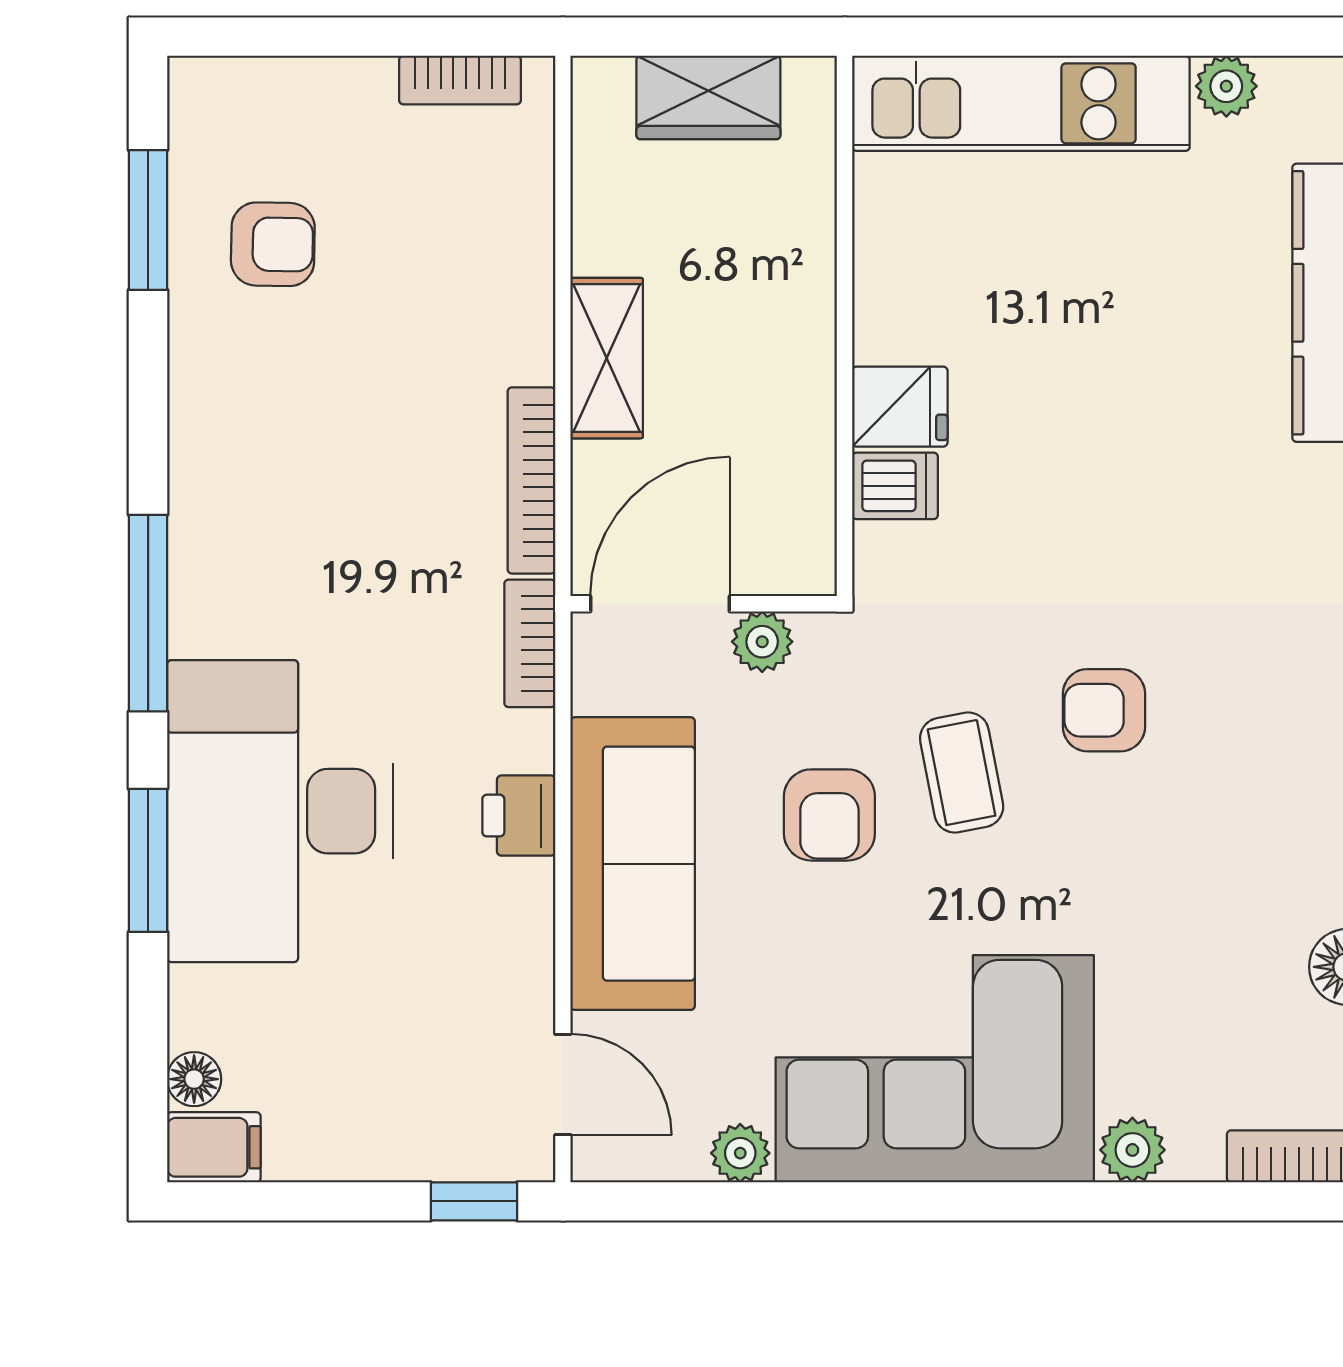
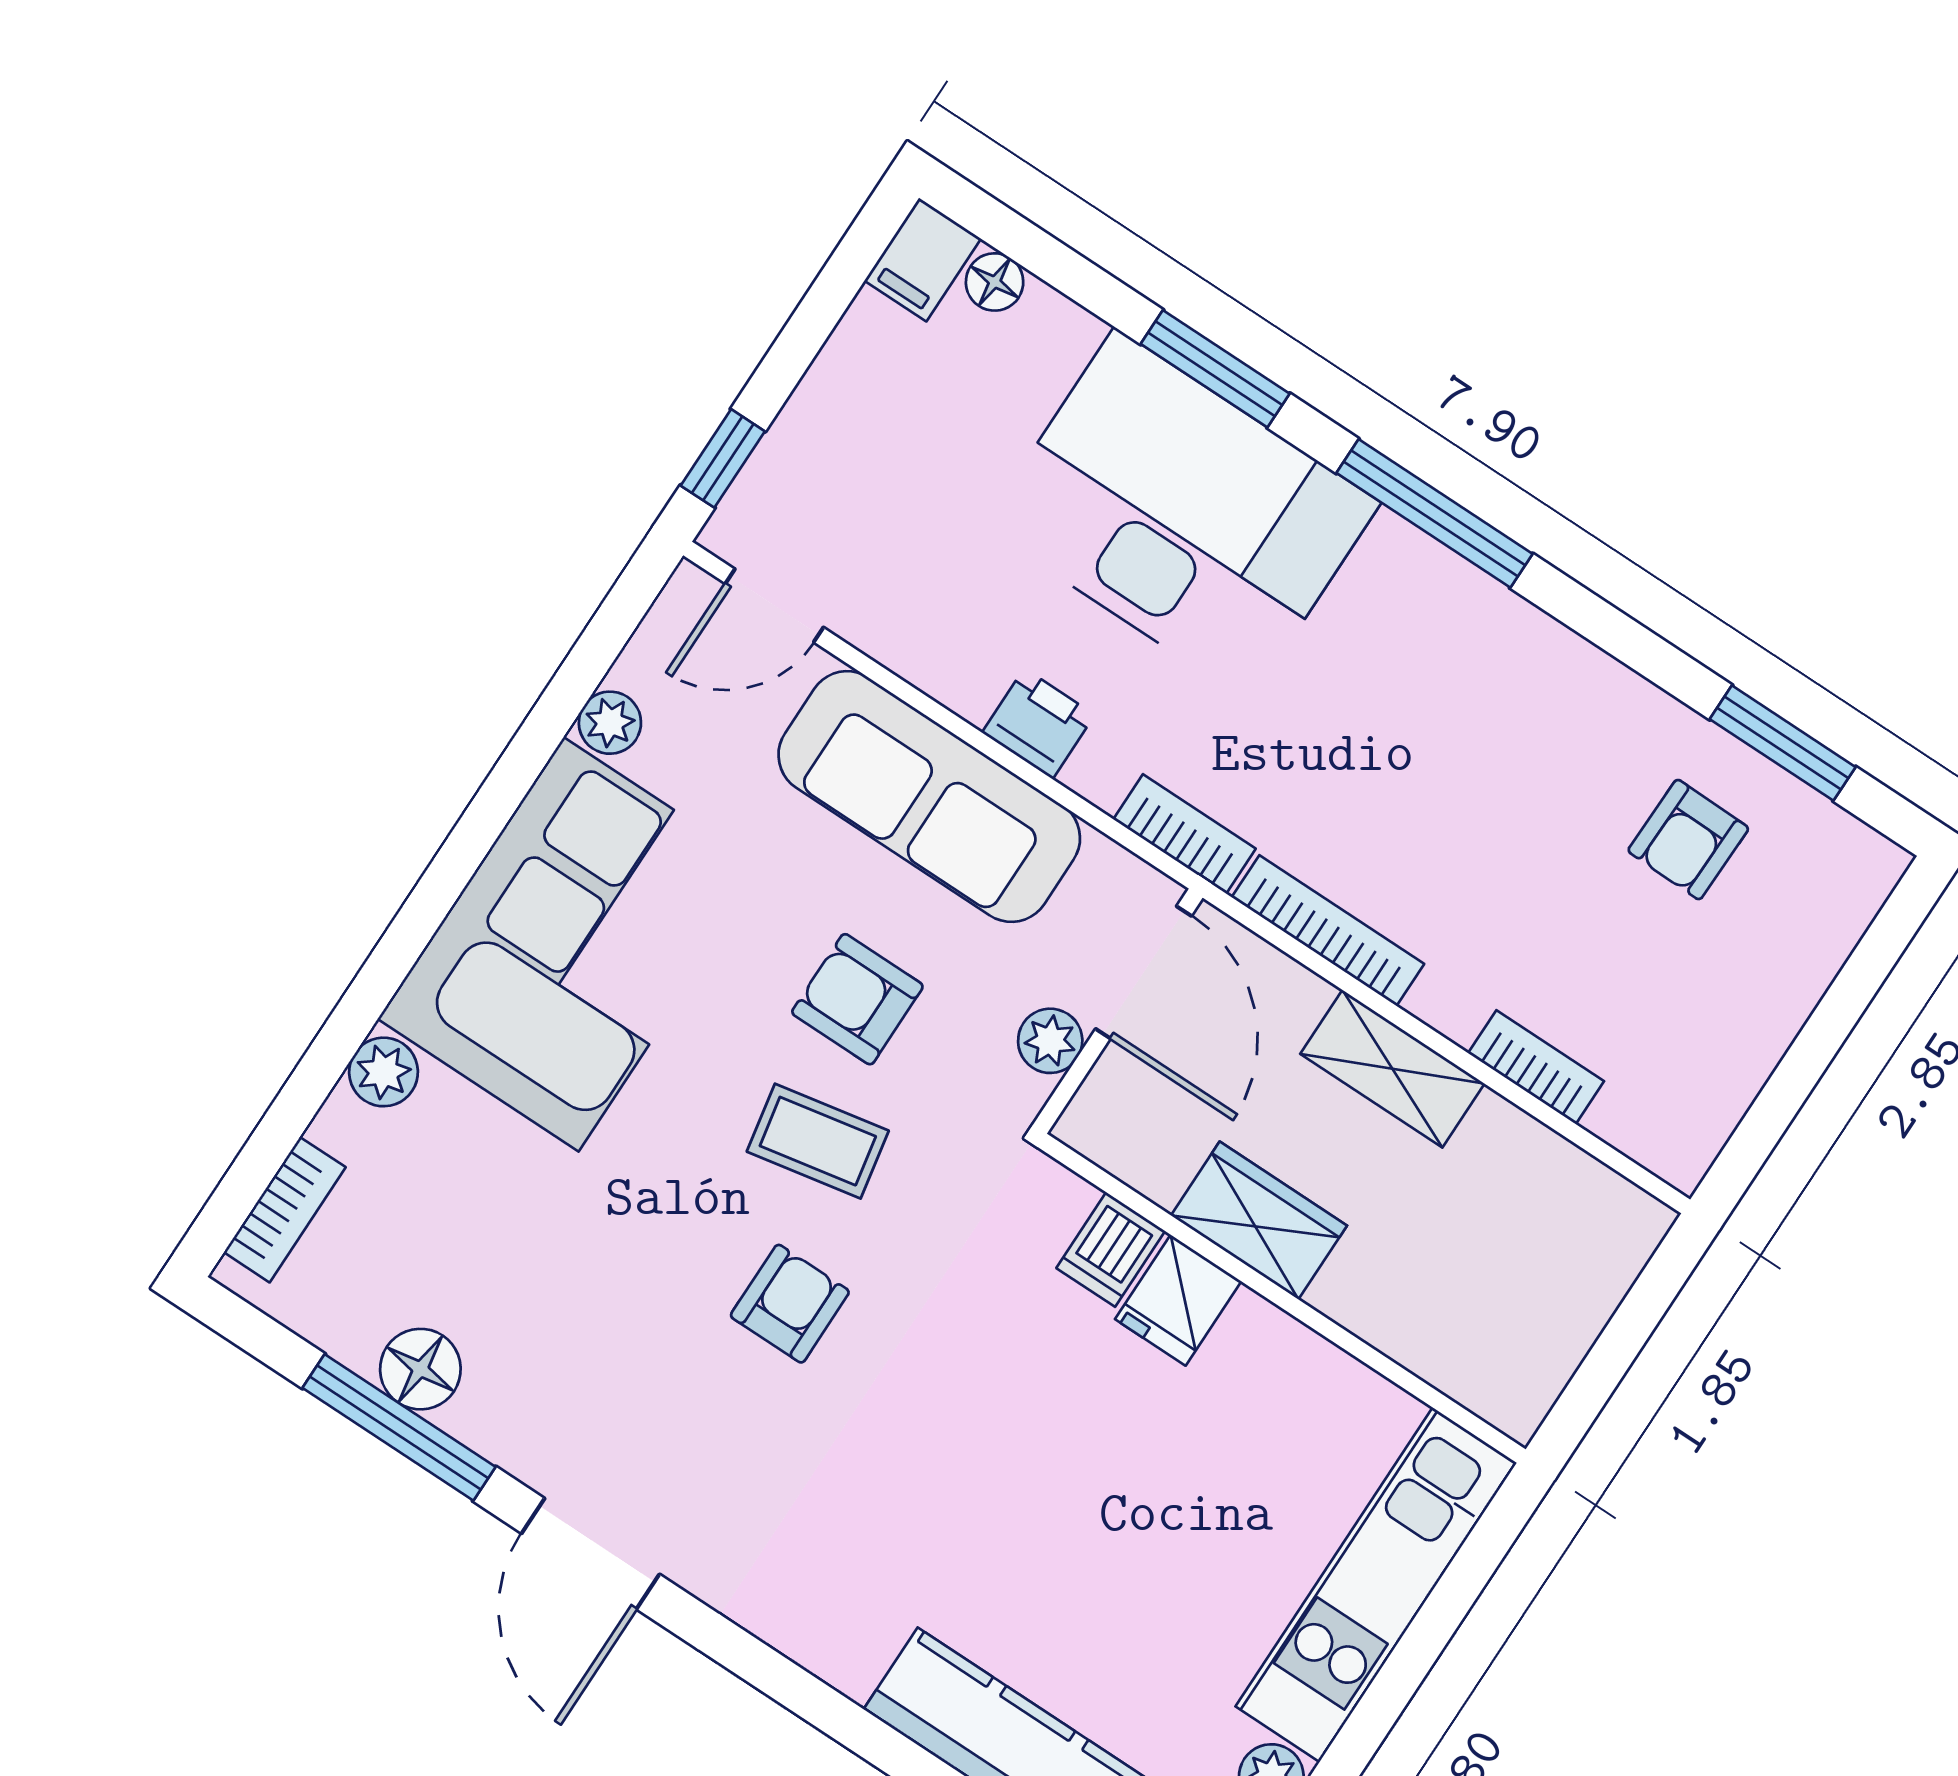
bookcase: (460, 80) -> (1536, 1067), moved, turned 90
wardrobe: (708, 97) -> (1259, 1220), moved, turned 90

